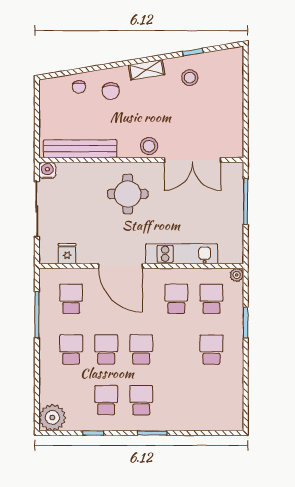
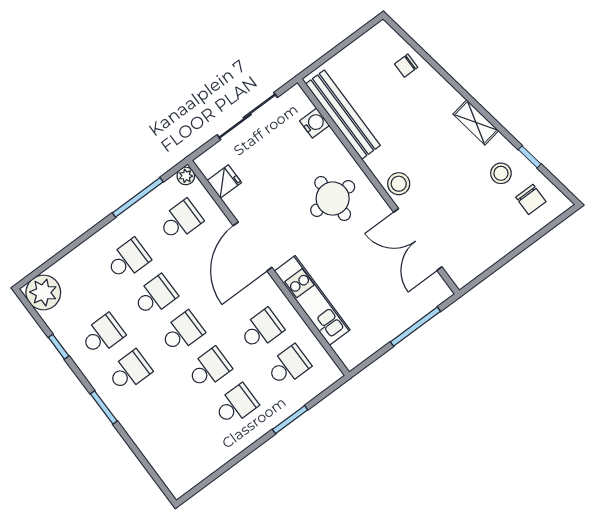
chair: (111, 91) -> (531, 199), moved, turned -90
water cooler: (47, 170) -> (315, 123), moved
plant: (237, 275) -> (186, 176), moved
school desk: (176, 350) -> (209, 369), added

